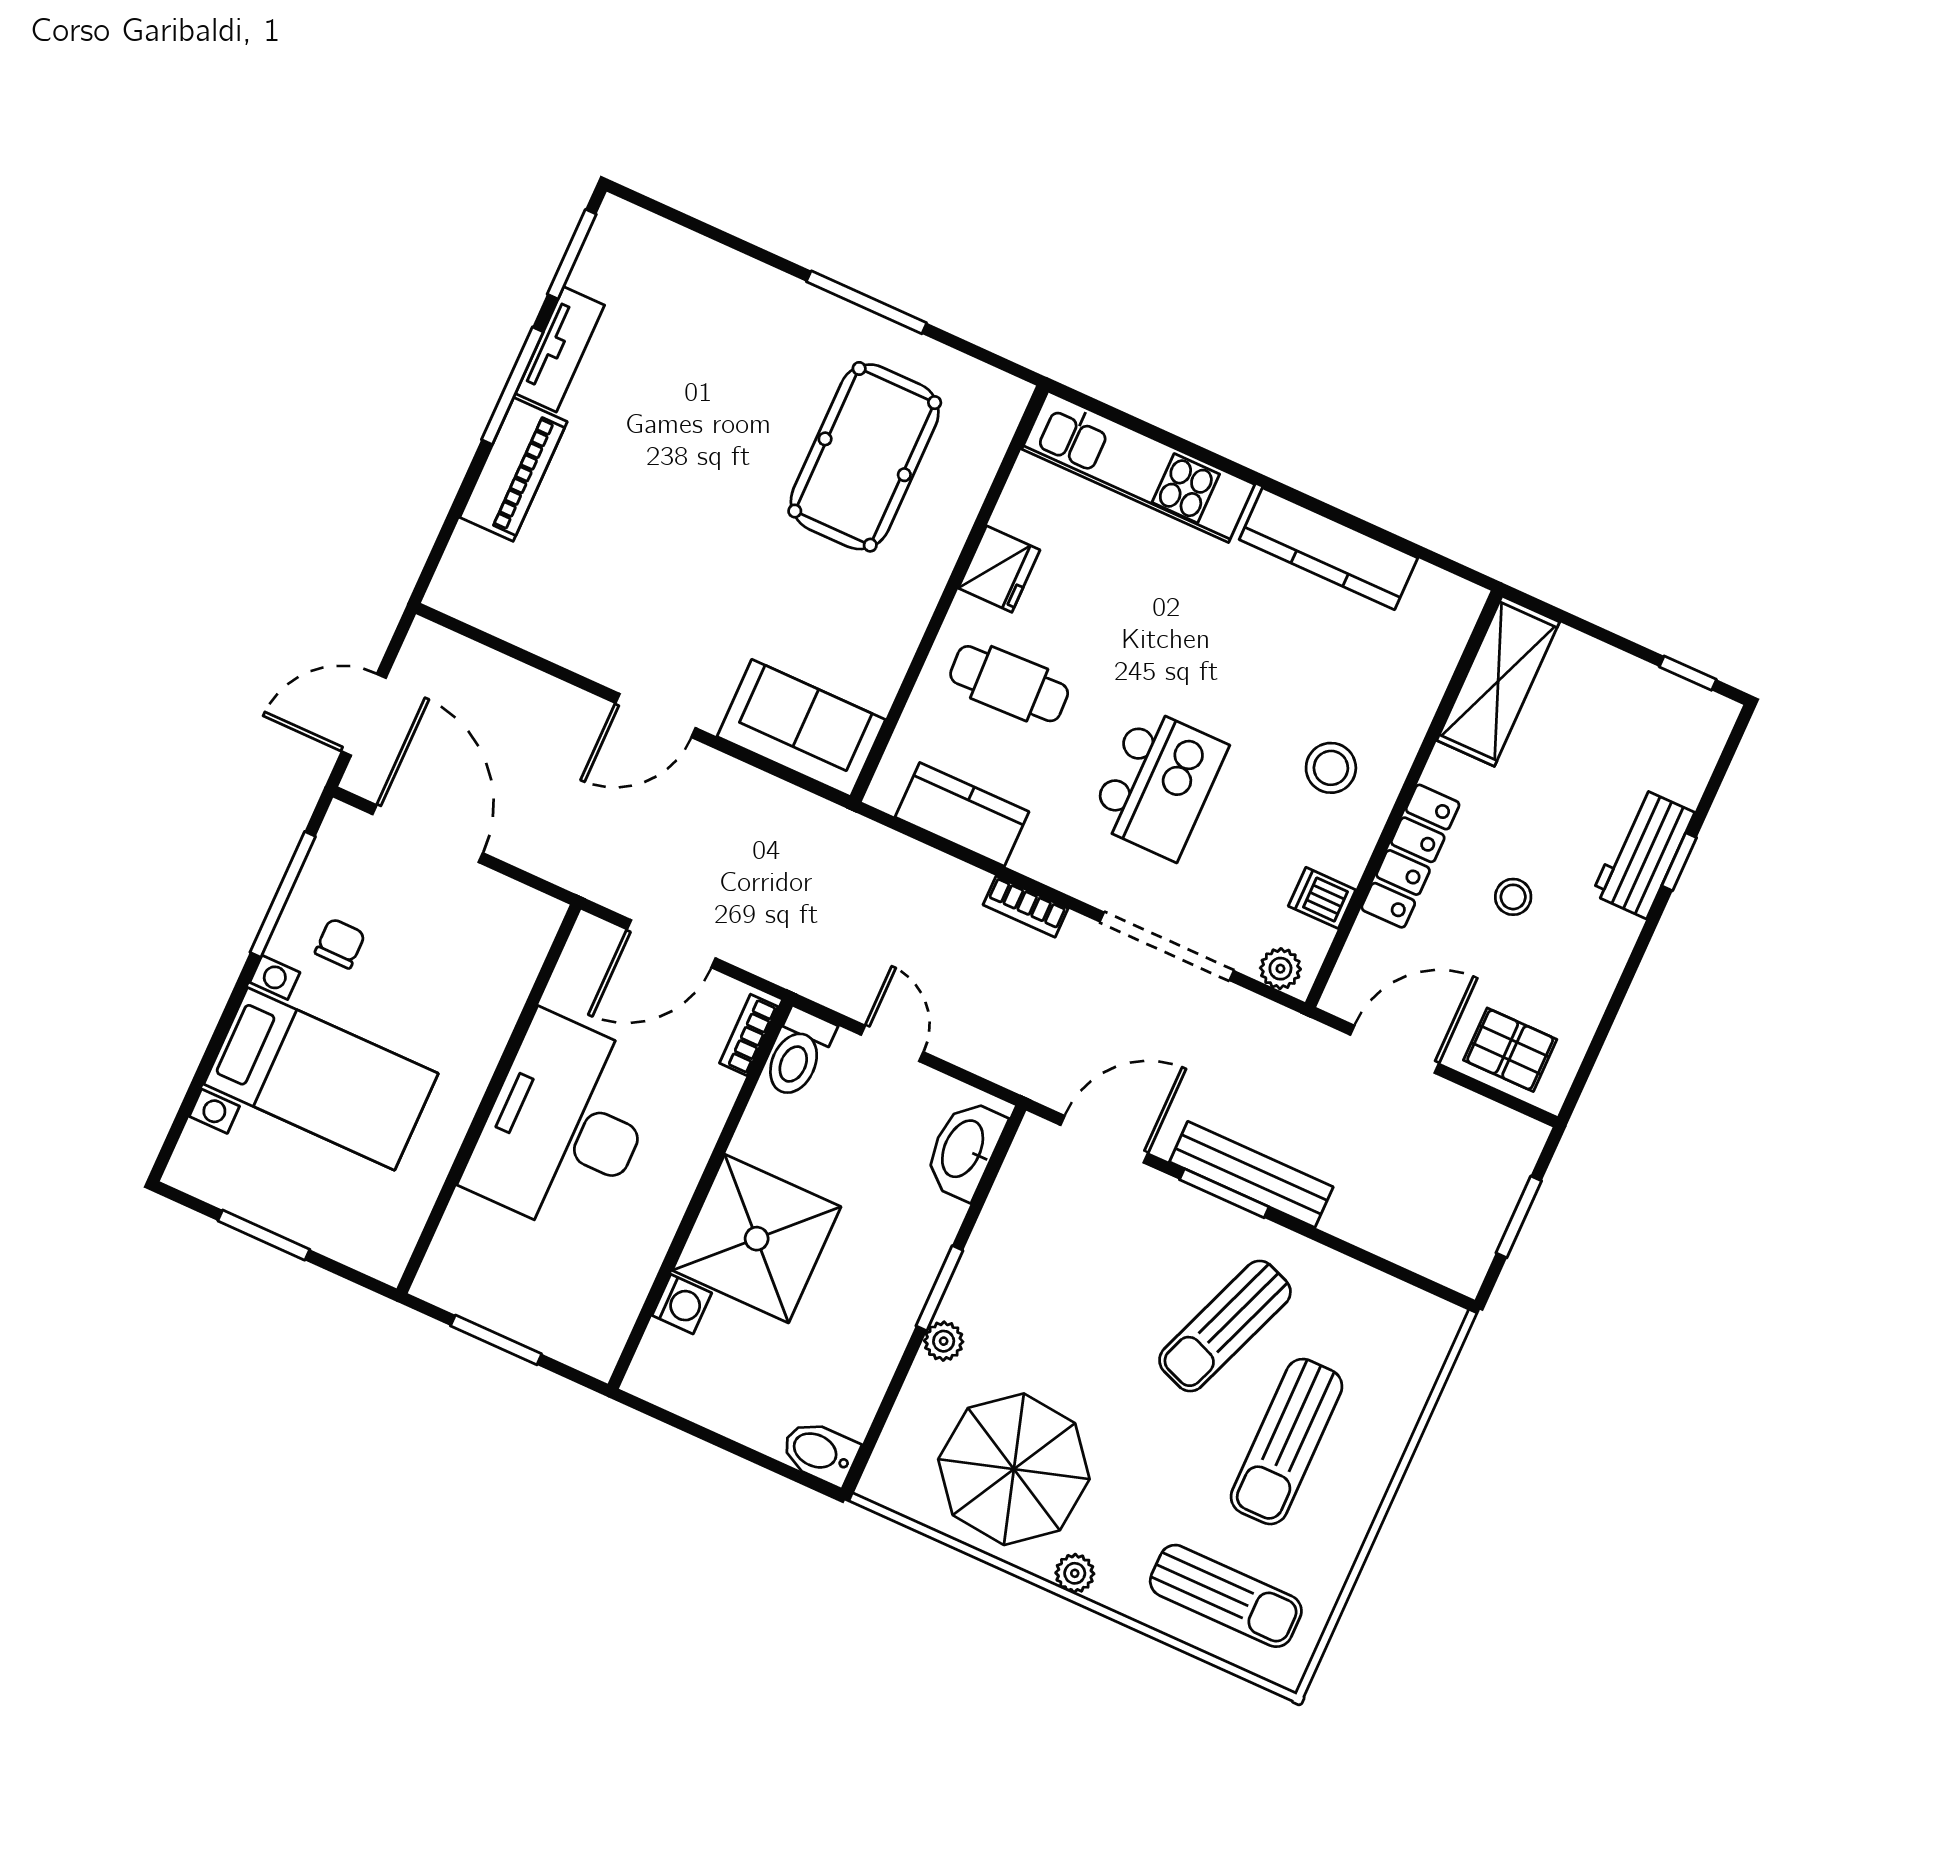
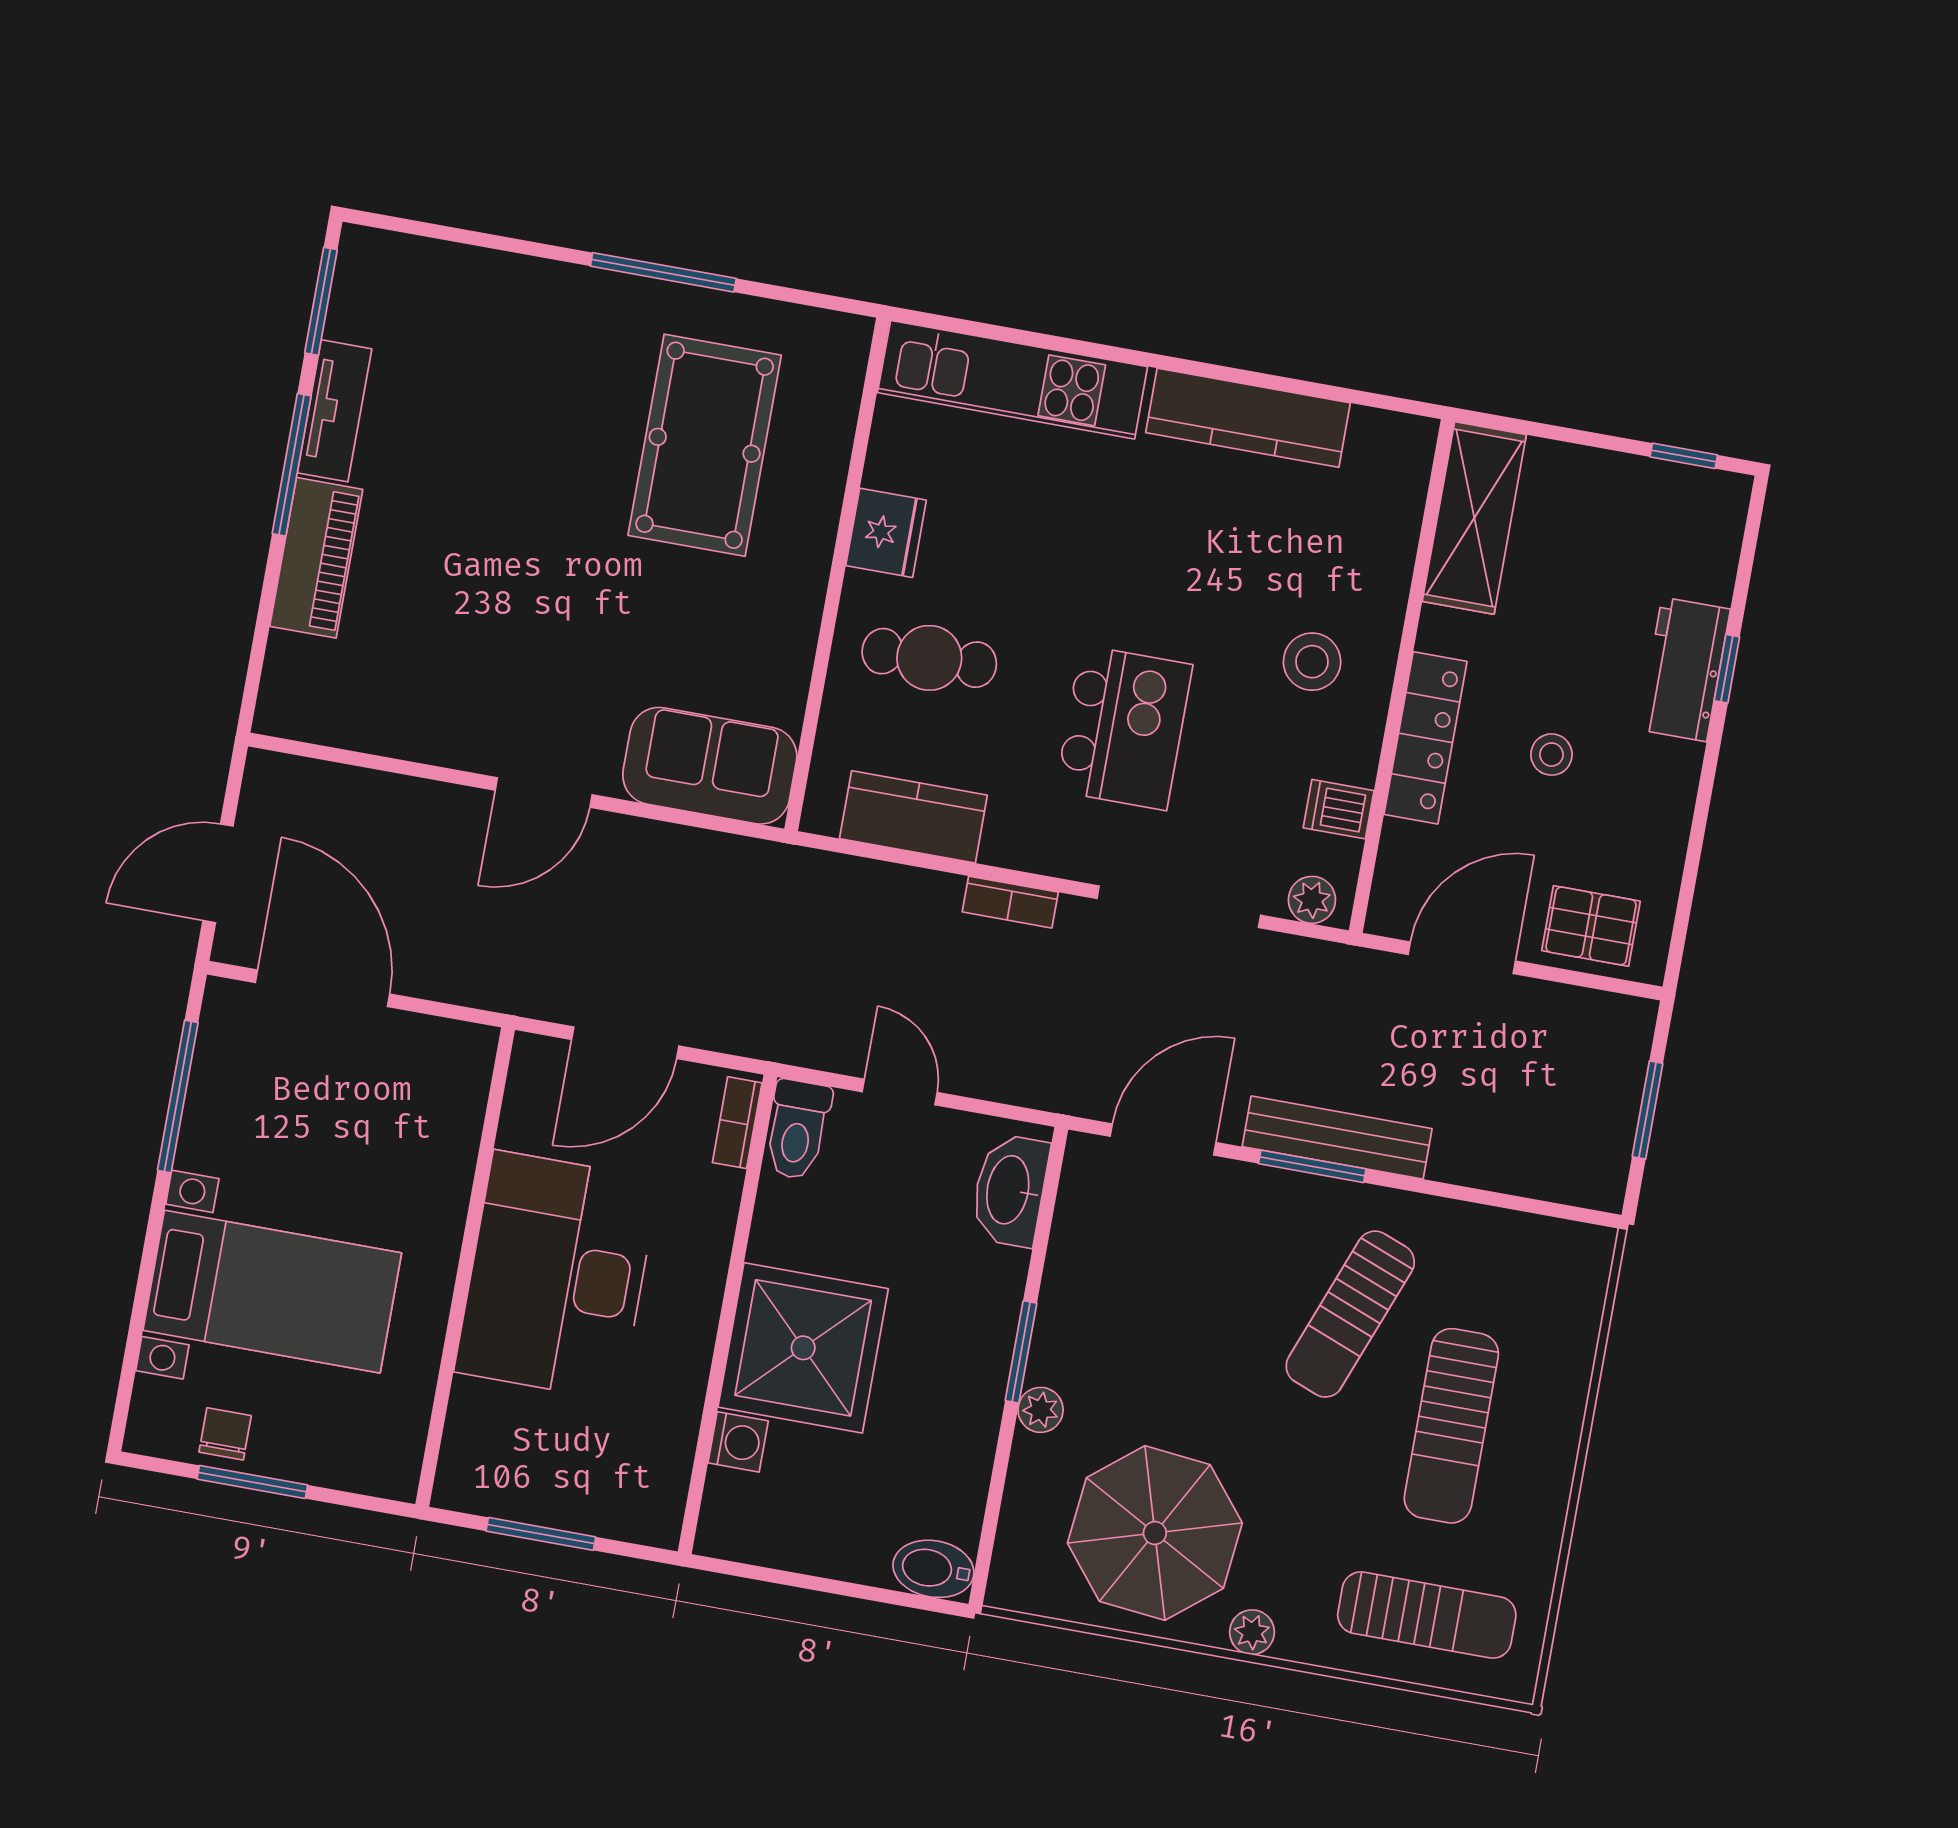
chair: (340, 943) -> (225, 1434), moved

